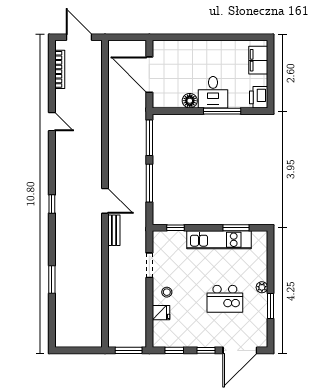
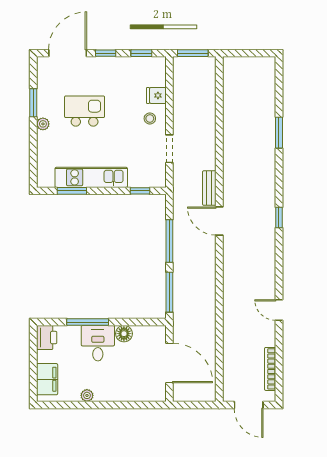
plant: (223, 46) -> (87, 395), added

